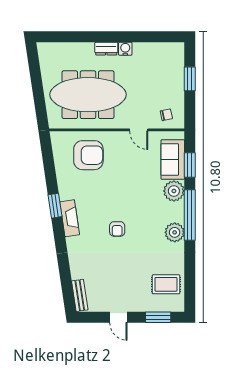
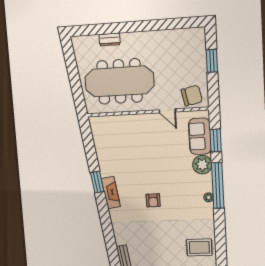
dresser: (106, 49) -> (110, 39), moved
water cooler: (125, 49) -> (151, 37), removed
chair: (166, 115) -> (192, 96), width x1.87, depth x1.87
armchair: (88, 155) -> (124, 136), removed
plant: (175, 232) -> (209, 197), width x0.53, depth x0.53

